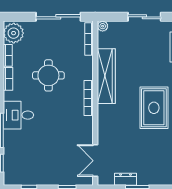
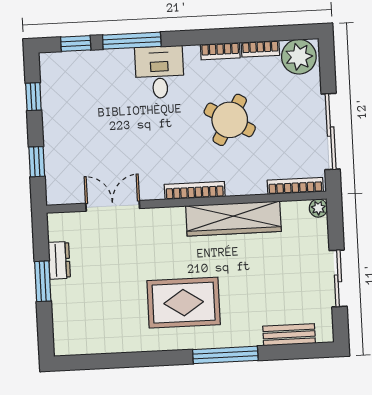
round table: (48, 75) -> (230, 120), turned 30
double door: (95, 161) -> (113, 206), moved

